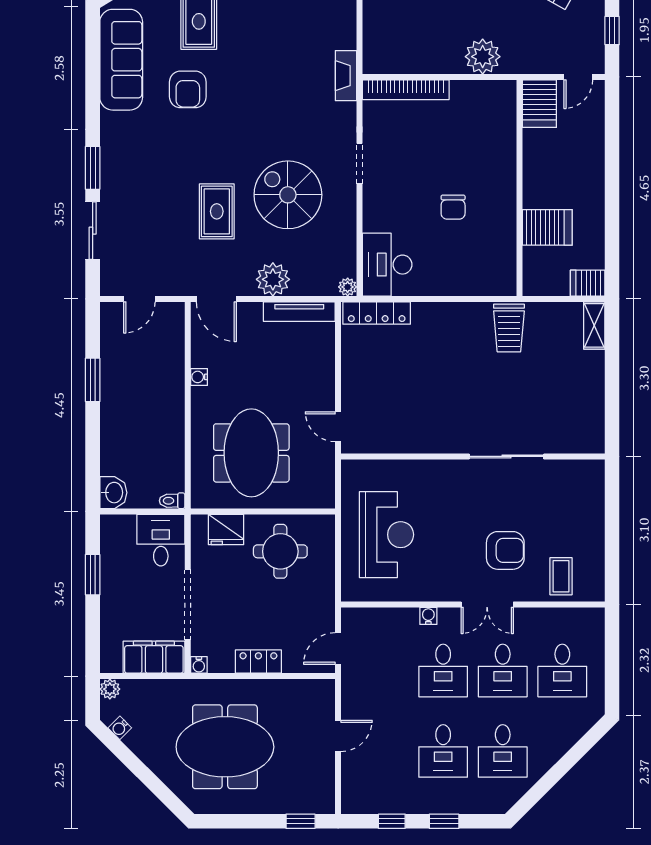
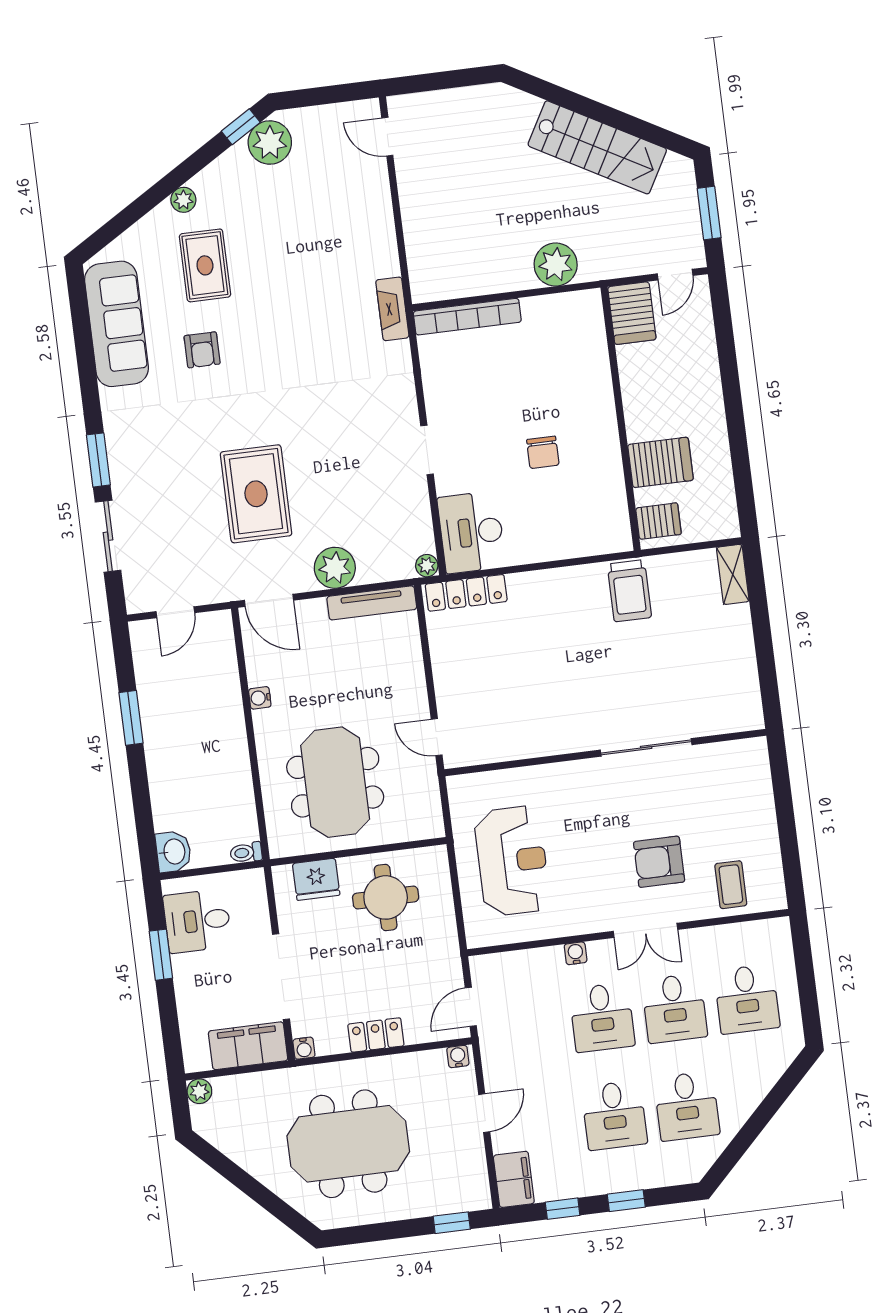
window: (612, 31) -> (709, 213), width x1.50
armchair: (188, 89) -> (202, 350), width x0.72, depth x0.72
doorway: (360, 164) -> (427, 450), moved
spiral stairs: (288, 195) -> (340, 463), removed
rug: (217, 211) -> (256, 494), width x1.36, depth x1.43
server rack: (588, 283) -> (658, 521), moved, turned 180
desk: (161, 540) -> (197, 921), moved, turned -90
armchair: (505, 550) -> (659, 862), turned 180
water cooler: (120, 728) -> (458, 1056), moved, turned 135
filing cabinet: (355, 793) -> (514, 1179), added

